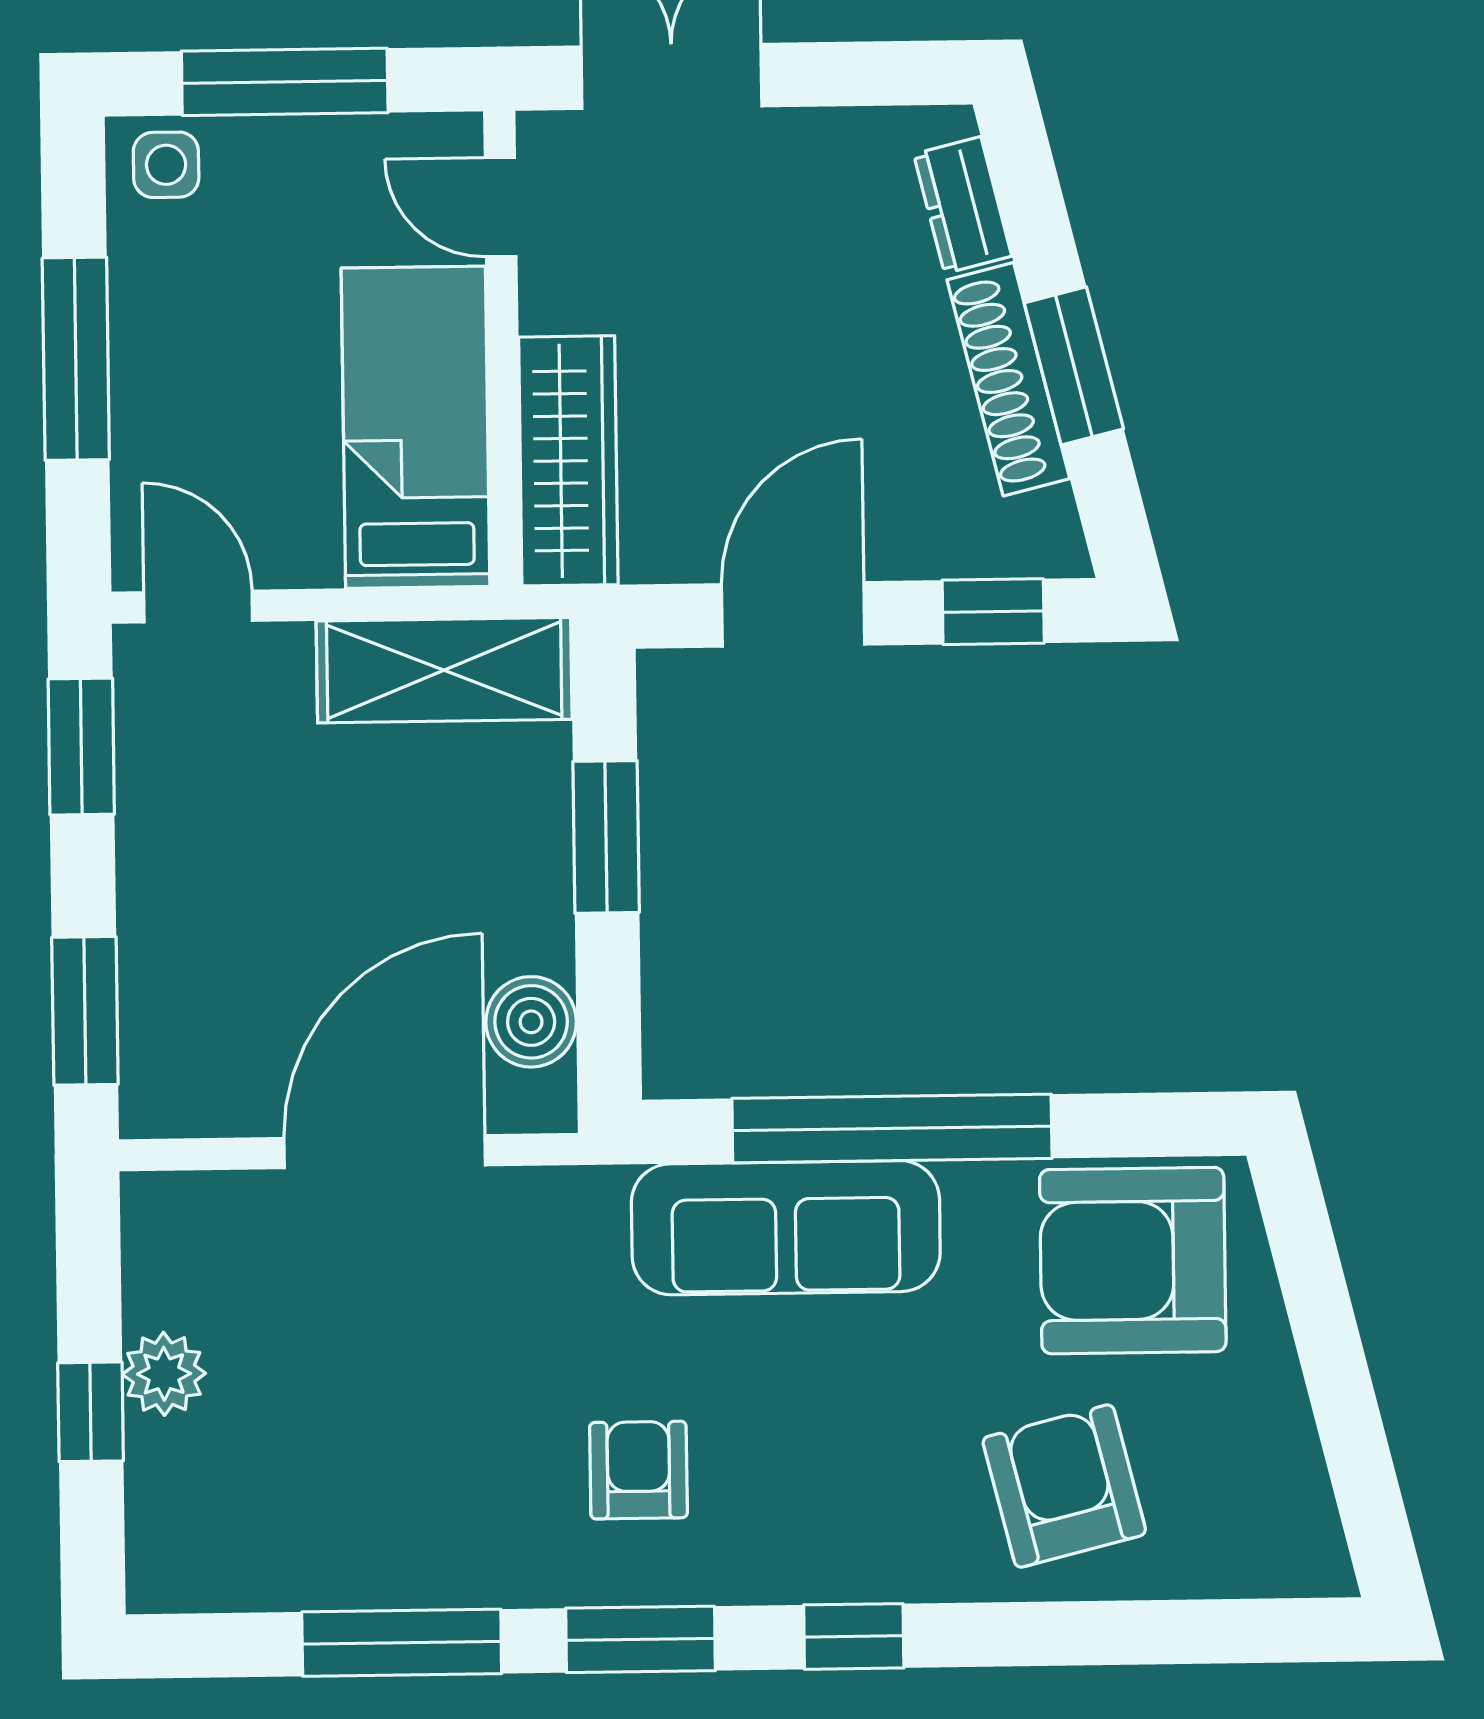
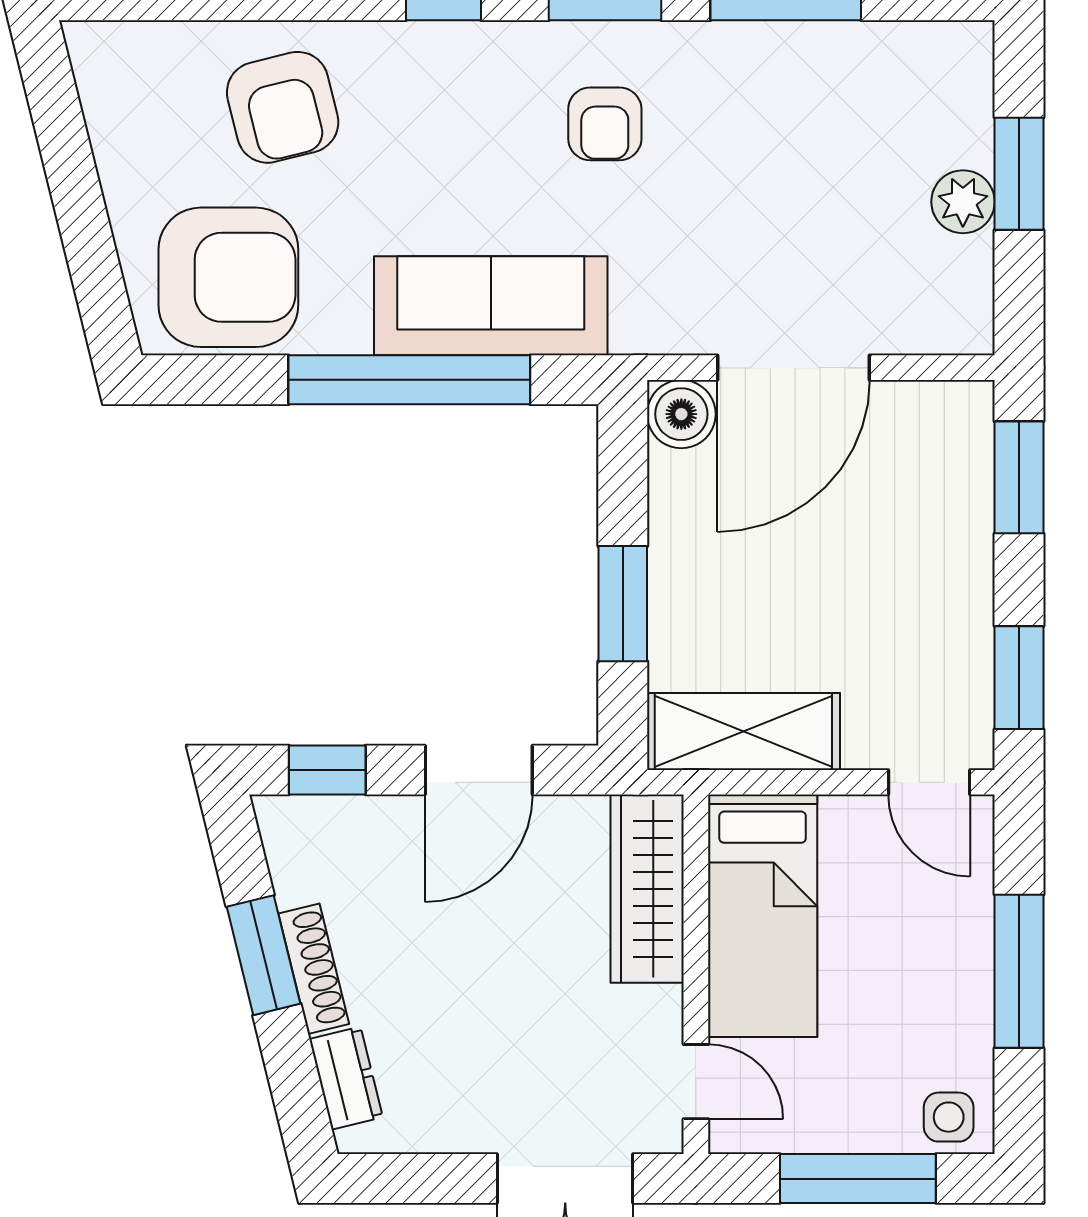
shoe rack: (1008, 379) -> (314, 969), width x0.74, depth x0.81
boiler: (531, 1022) -> (681, 414), moved
window: (91, 1412) -> (1019, 174), width x1.50

